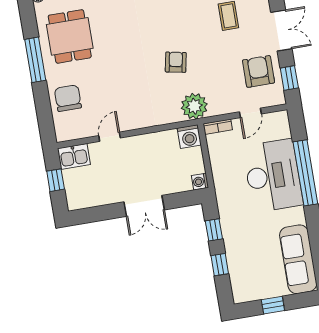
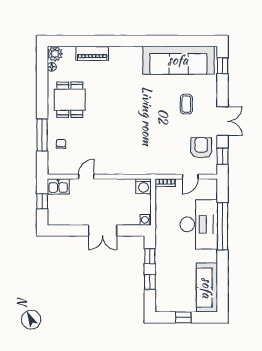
window: (35, 60) -> (42, 135), moved
armchair: (176, 62) -> (143, 131), removed
chair: (68, 98) -> (61, 144), width x0.54, depth x0.54
plant: (194, 106) -> (151, 165), removed

